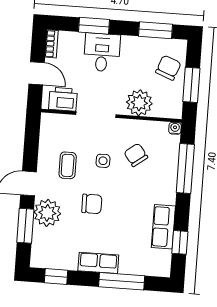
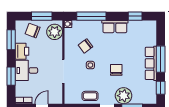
printer: (63, 99) -> (22, 51), moved, turned 180
plant: (139, 103) -> (55, 32), moved
coffee table: (68, 165) -> (90, 96), moved
row of seats: (163, 227) -> (115, 27), moved
row of seats: (98, 263) -> (151, 63), width x1.48
window: (122, 281) -> (161, 59), moved

